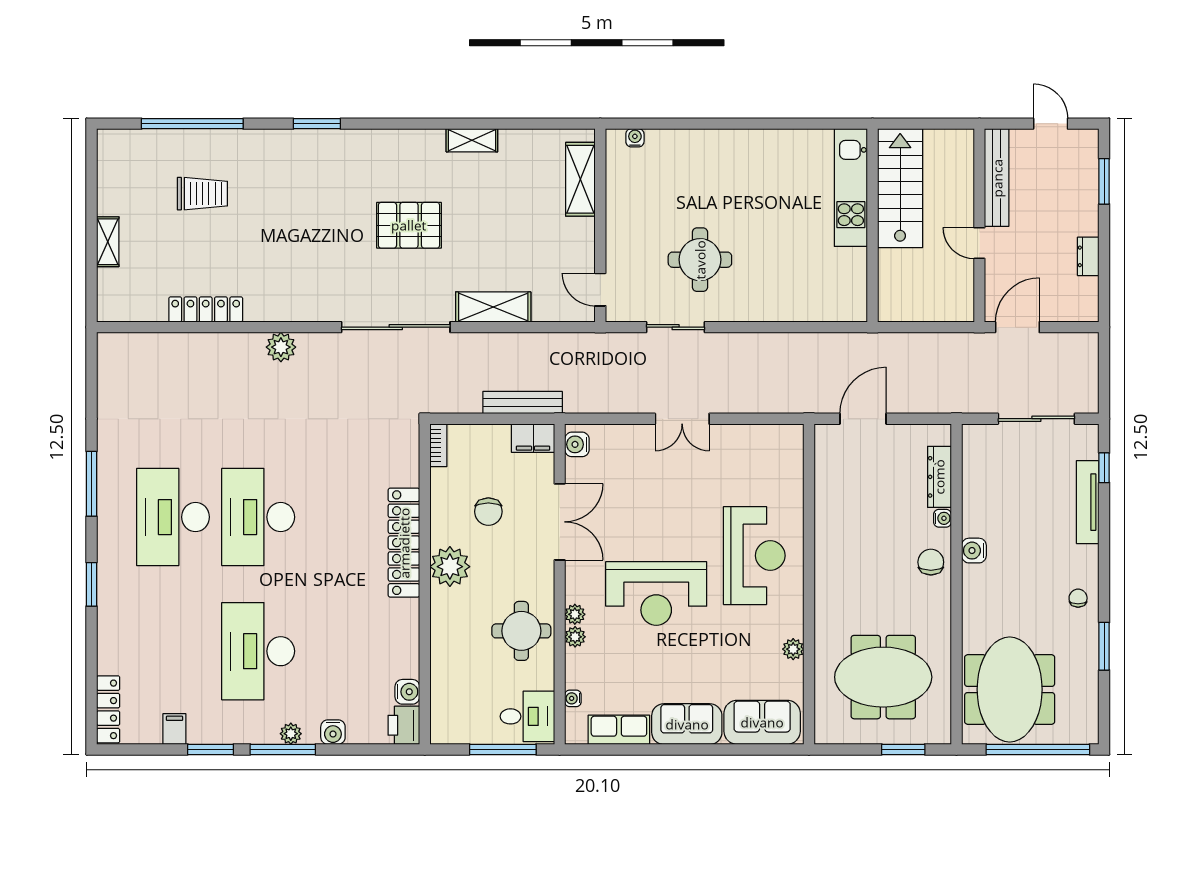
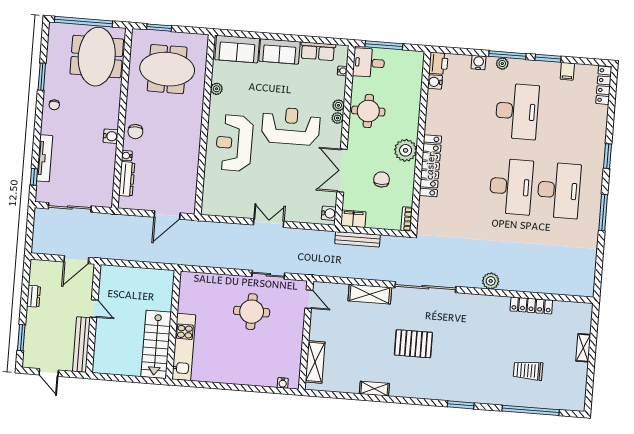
kitchen unit: (851, 188) -> (184, 347), moved
stairs: (900, 188) -> (156, 344), moved
wall: (873, 225) -> (173, 325), moved

